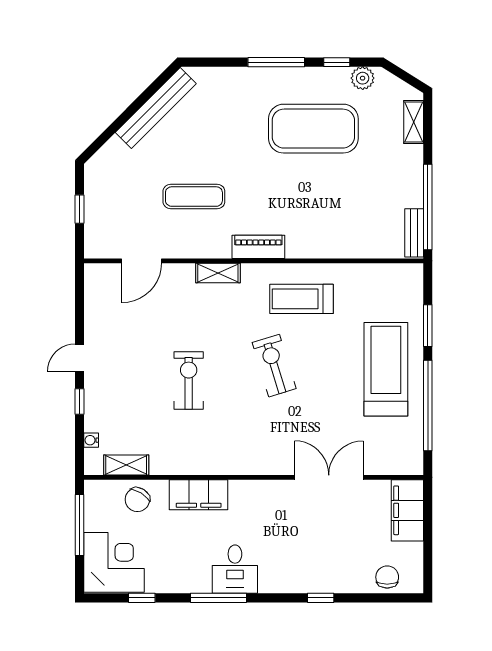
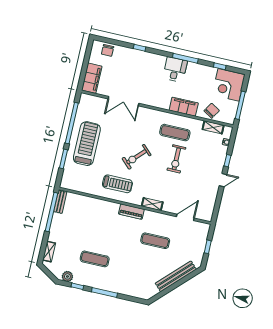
bench: (156, 108) -> (176, 276), moved
exercise mat: (313, 129) -> (95, 259), width x0.50, depth x0.69
exercise bike: (274, 366) -> (137, 157), turned 61
treadmill: (386, 369) -> (87, 144), turned 180
exercise mat: (205, 435) -> (175, 133), added

